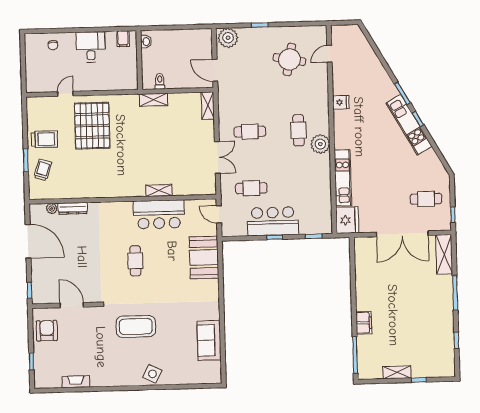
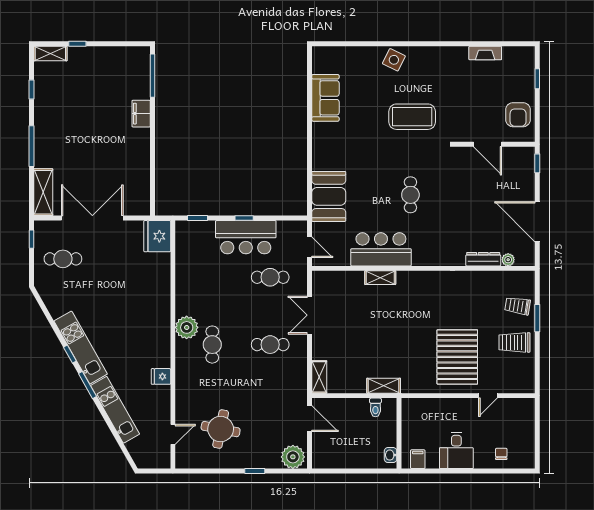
trolley: (43, 170) -> (518, 306), turned 81
kitchen unit: (343, 178) -> (115, 410), moved, turned 150
shelving: (397, 372) -> (50, 54), moved

